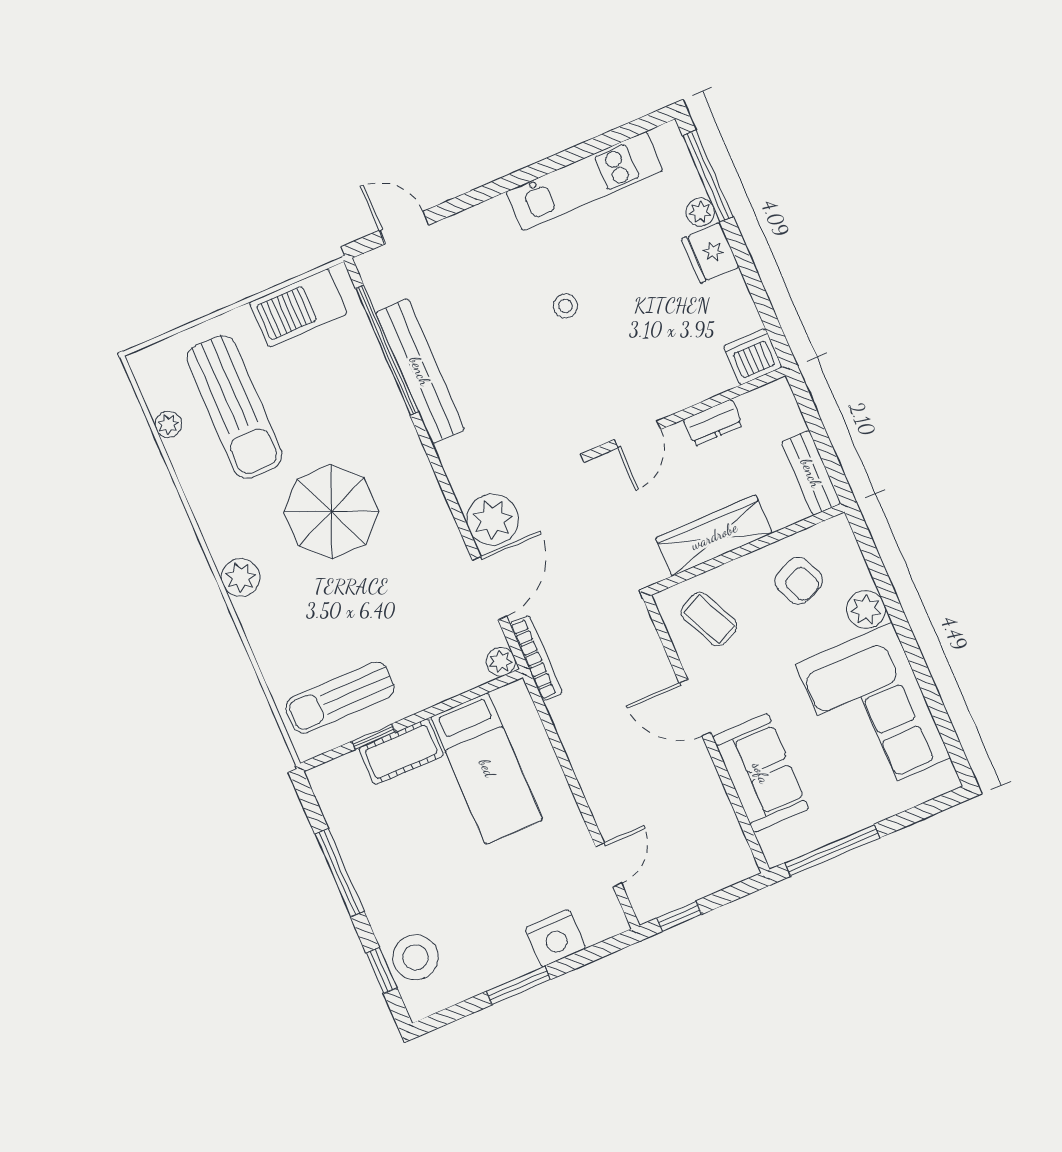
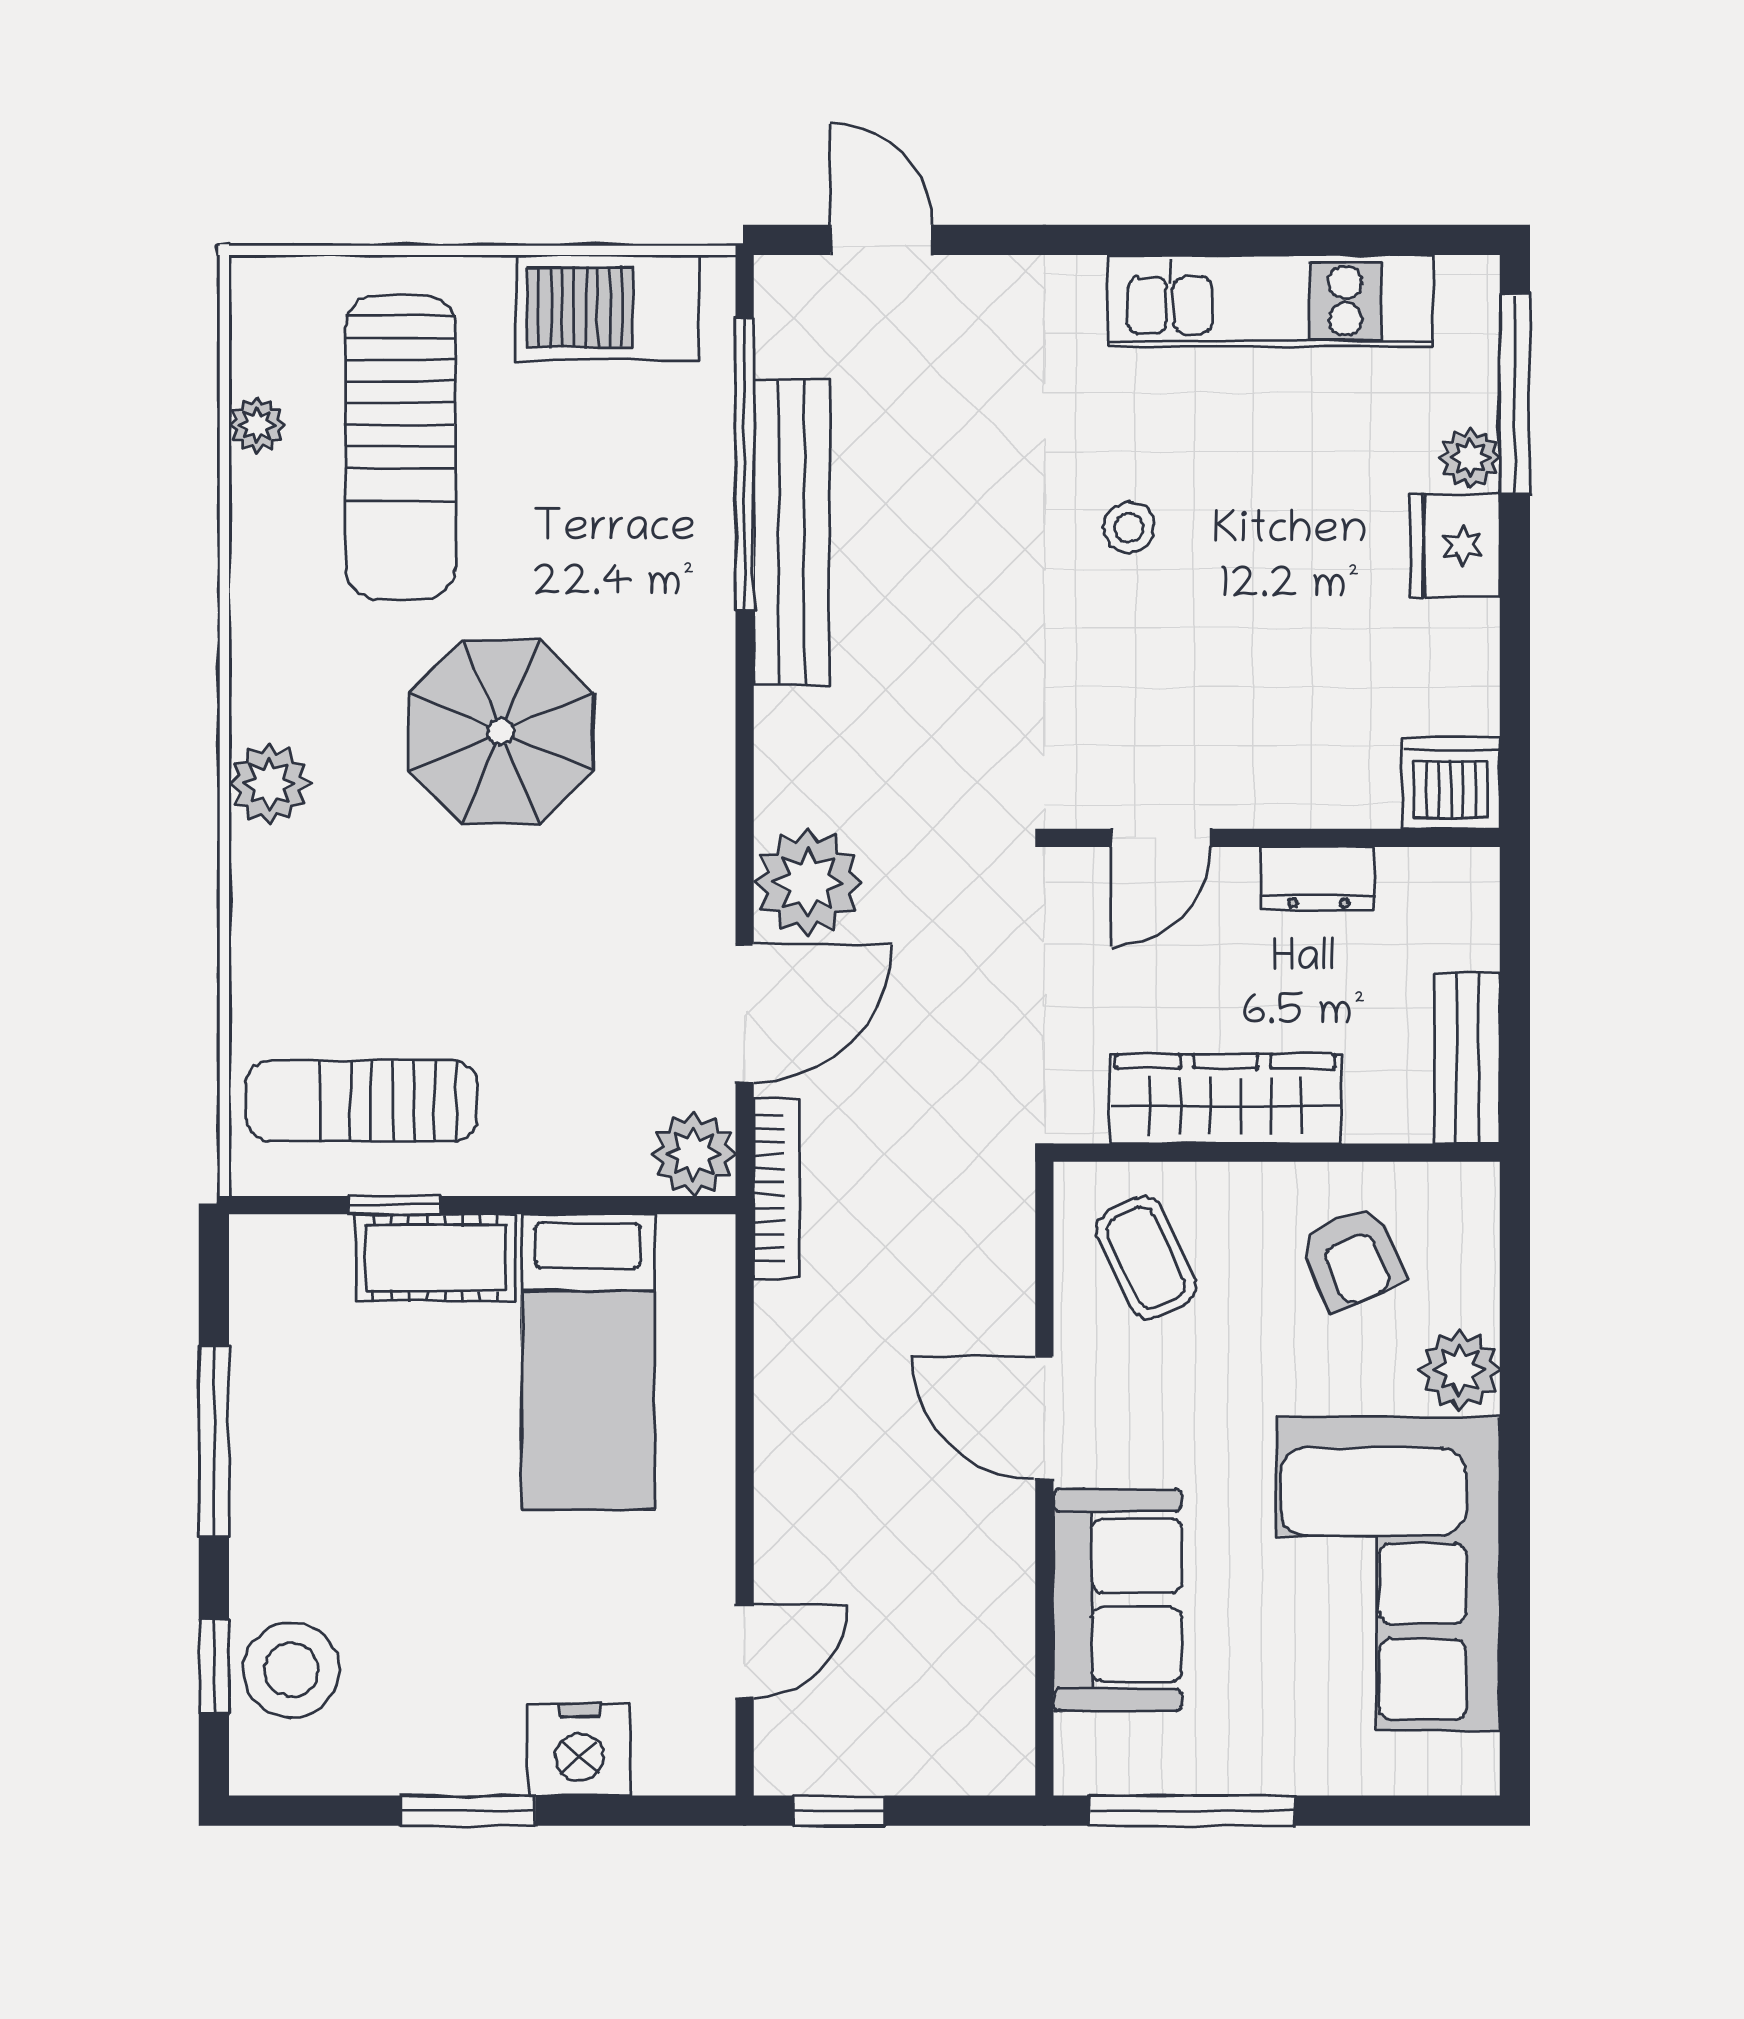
plant: (501, 662) -> (694, 1154), width x1.38, depth x1.38

